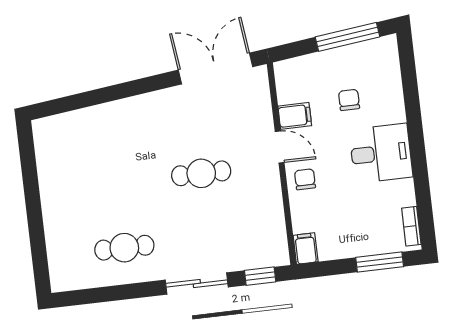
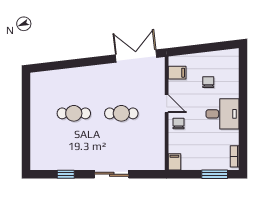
window: (348, 37) -> (211, 47), removed
filing cabinet: (295, 116) -> (177, 73), moved
cafe table: (124, 248) -> (74, 113), moved
window: (260, 276) -> (66, 174), moved

